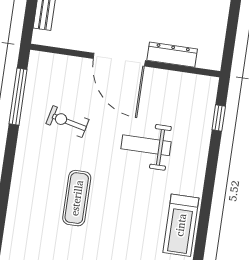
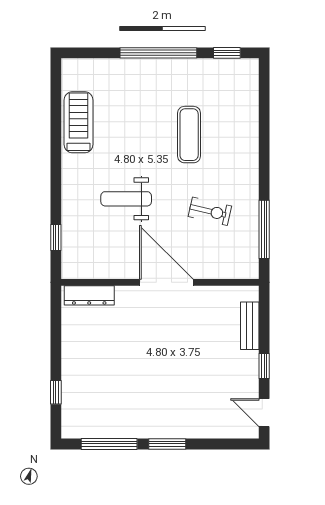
dresser: (172, 55) -> (89, 295), moved
weight bench: (146, 145) -> (126, 199), turned 180

